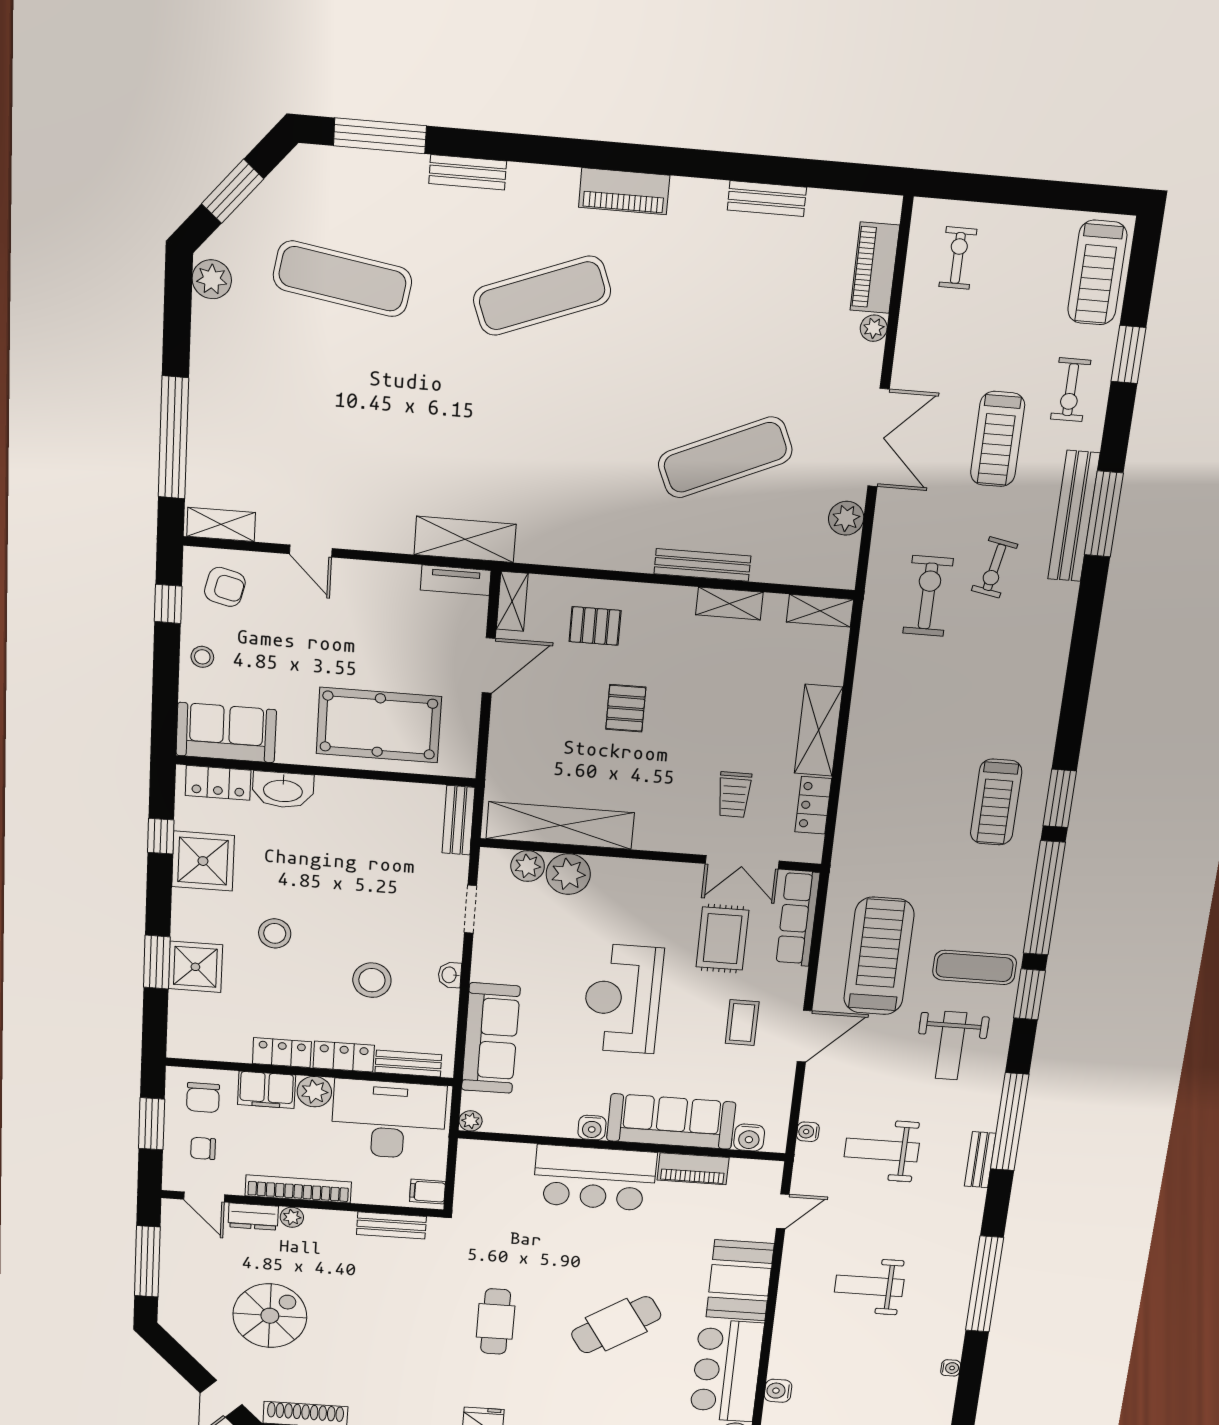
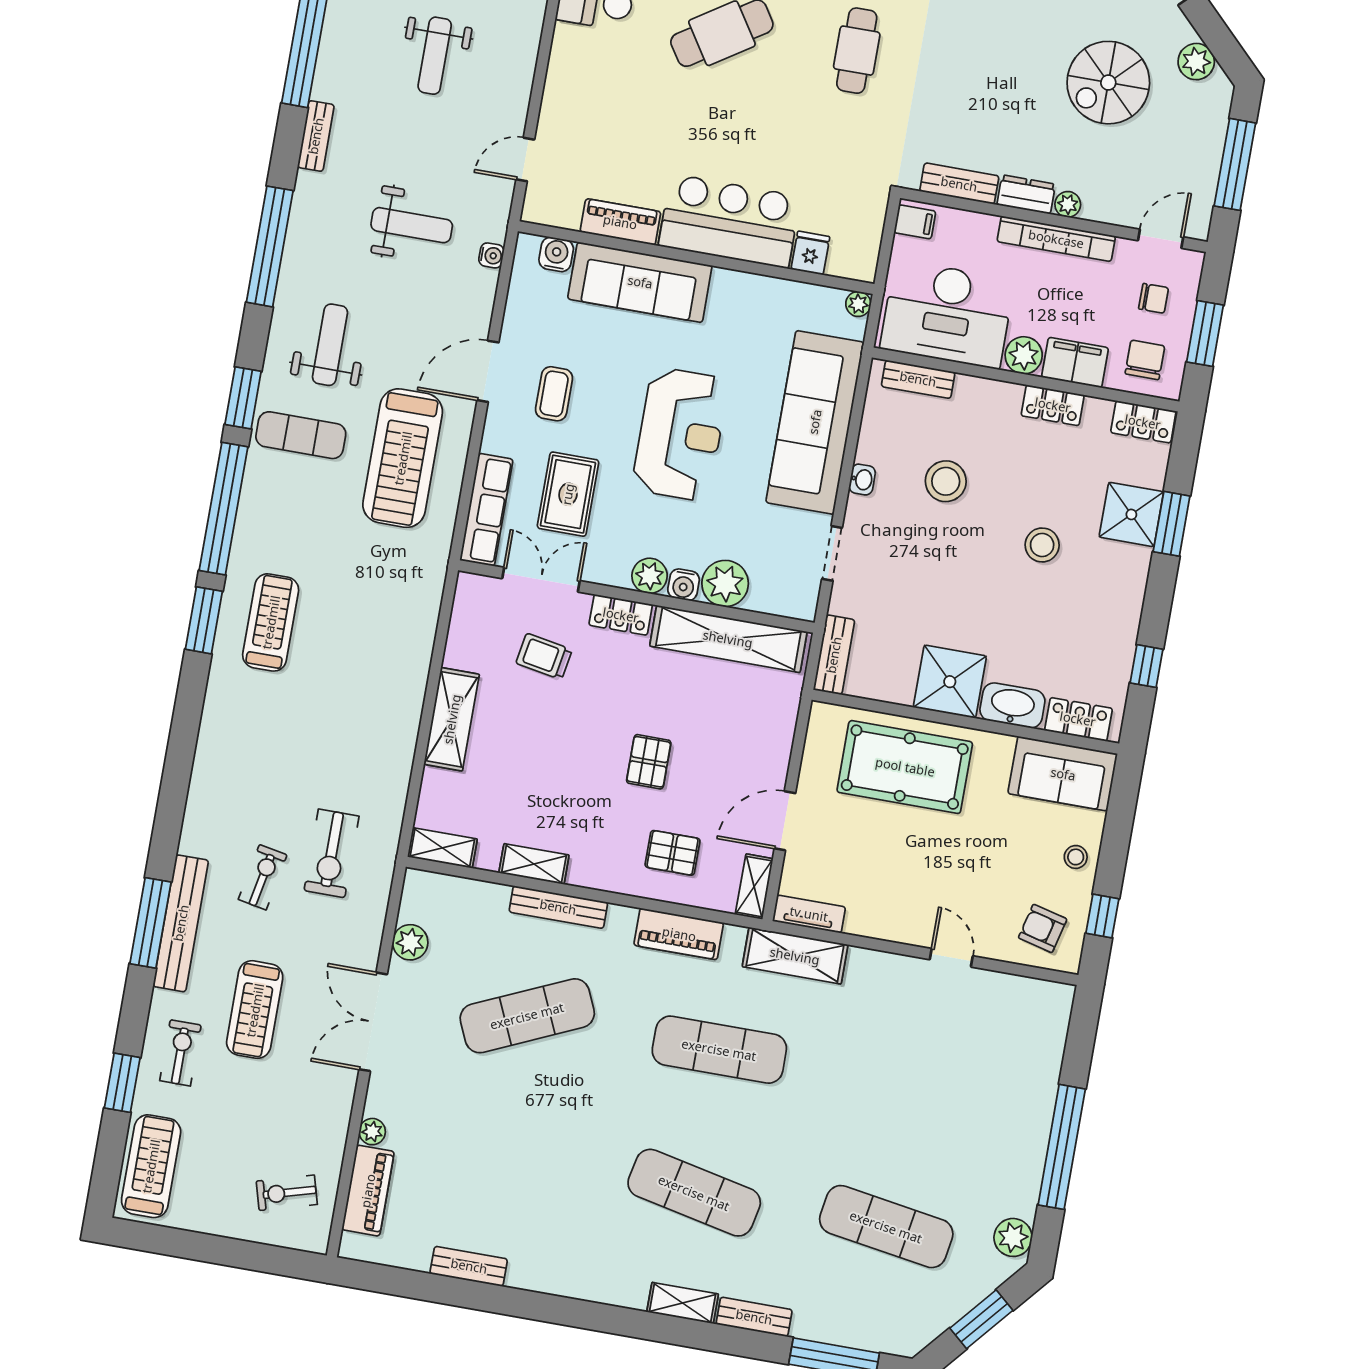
piano: (624, 191) -> (679, 934), moved, turned 180
exercise bike: (958, 258) -> (287, 1193), turned 74
exercise mat: (542, 296) -> (694, 1193), turned 33
window: (173, 438) -> (1062, 1147), moved
treadmill: (998, 439) -> (255, 1010), turned 180
exercise mat: (531, 441) -> (719, 1050), added
shelving: (221, 524) -> (683, 1303), moved
trolley: (734, 795) -> (544, 656), turned -80
locker: (813, 805) -> (621, 615), moved, turned 90
shower: (203, 861) -> (950, 682), moved
plant: (528, 866) -> (650, 576), moved
sofa: (491, 1038) -> (815, 422), width x1.36, depth x1.27
locker: (344, 1057) -> (1143, 422), moved
water cooler: (592, 1128) -> (684, 585), moved, turned 180
fridge: (519, 1159) -> (810, 253), added
bench: (980, 1160) -> (316, 136), moved
door: (204, 1197) -> (1161, 239), hinge flipped
dresser: (253, 1217) -> (1026, 194), moved
booth: (740, 1280) -> (579, 77), removed
weight bench: (869, 1286) -> (435, 56), turned 90
plant: (195, 1338) -> (1196, 62), added

